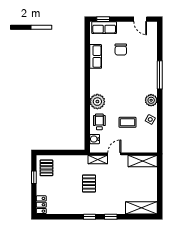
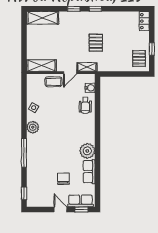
door: (140, 19) -> (60, 210), moved
window: (160, 35) -> (24, 193), added
plant: (97, 102) -> (87, 151), moved
coffee table: (127, 122) -> (54, 82), moved

